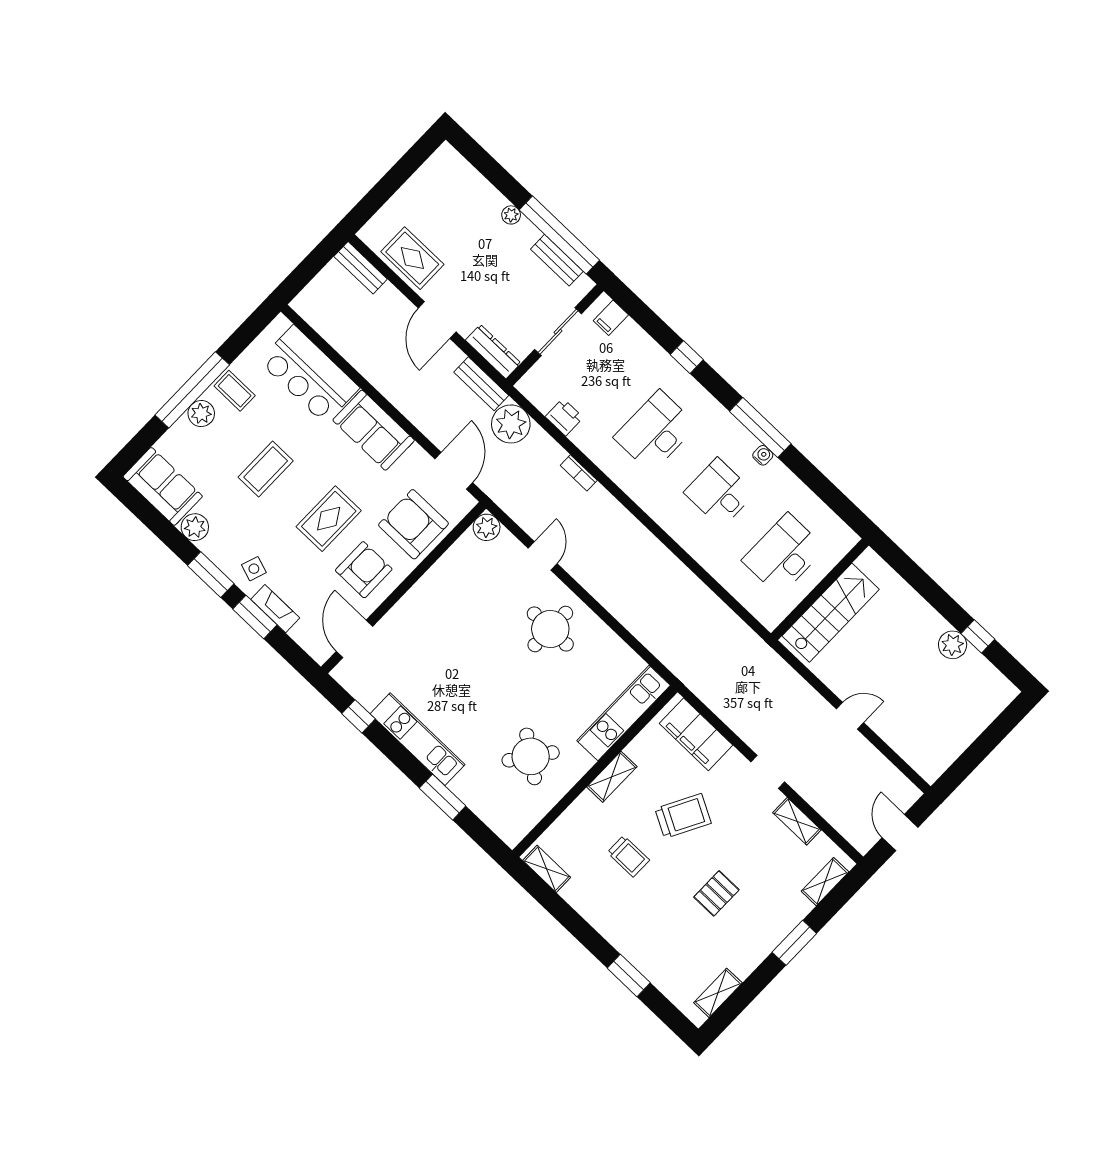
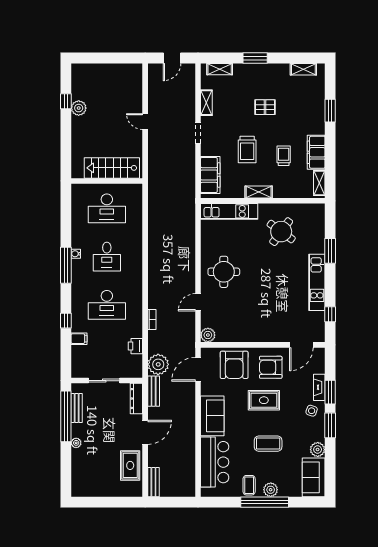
filing cabinet: (611, 318) -> (79, 339), moved
trolley: (683, 816) -> (247, 149), turned -118
filing cabinet: (591, 904) -> (316, 152), added

